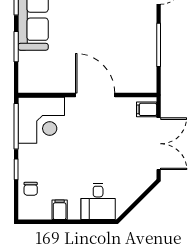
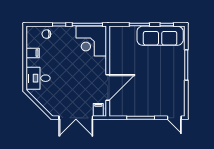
door: (95, 95) -> (108, 88), moved

